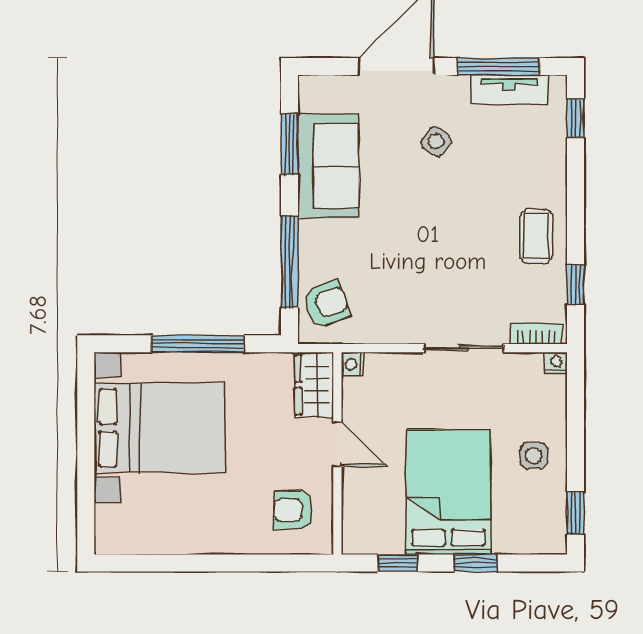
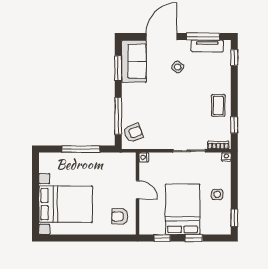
sofa: (328, 166) -> (134, 61), moved
wardrobe: (314, 385) -> (128, 166), removed
bed with nightstands: (160, 428) -> (66, 204), moved

